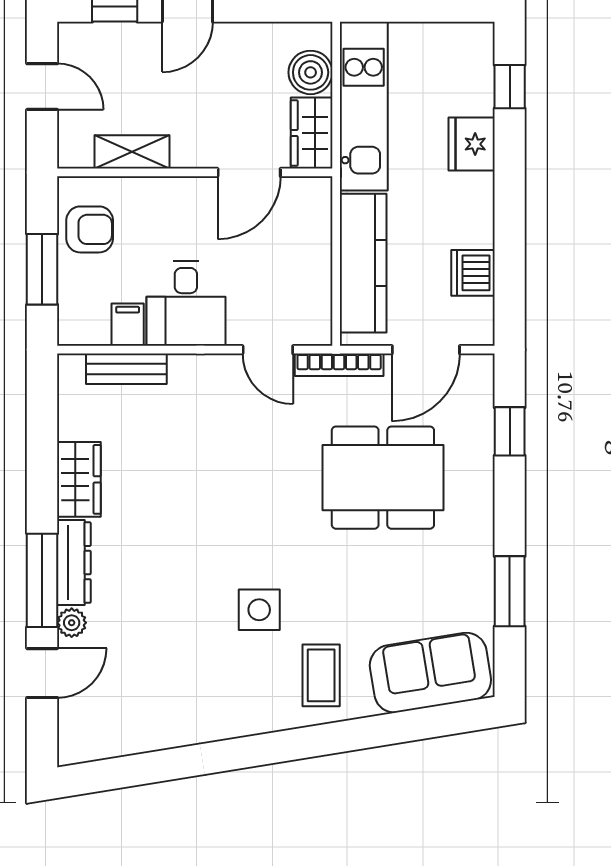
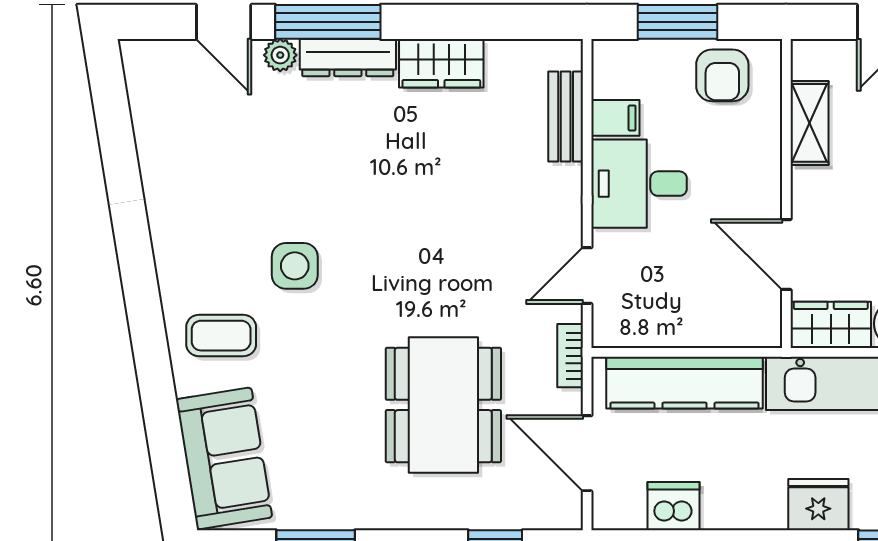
bookcase: (339, 365) -> (570, 356), width x0.64

